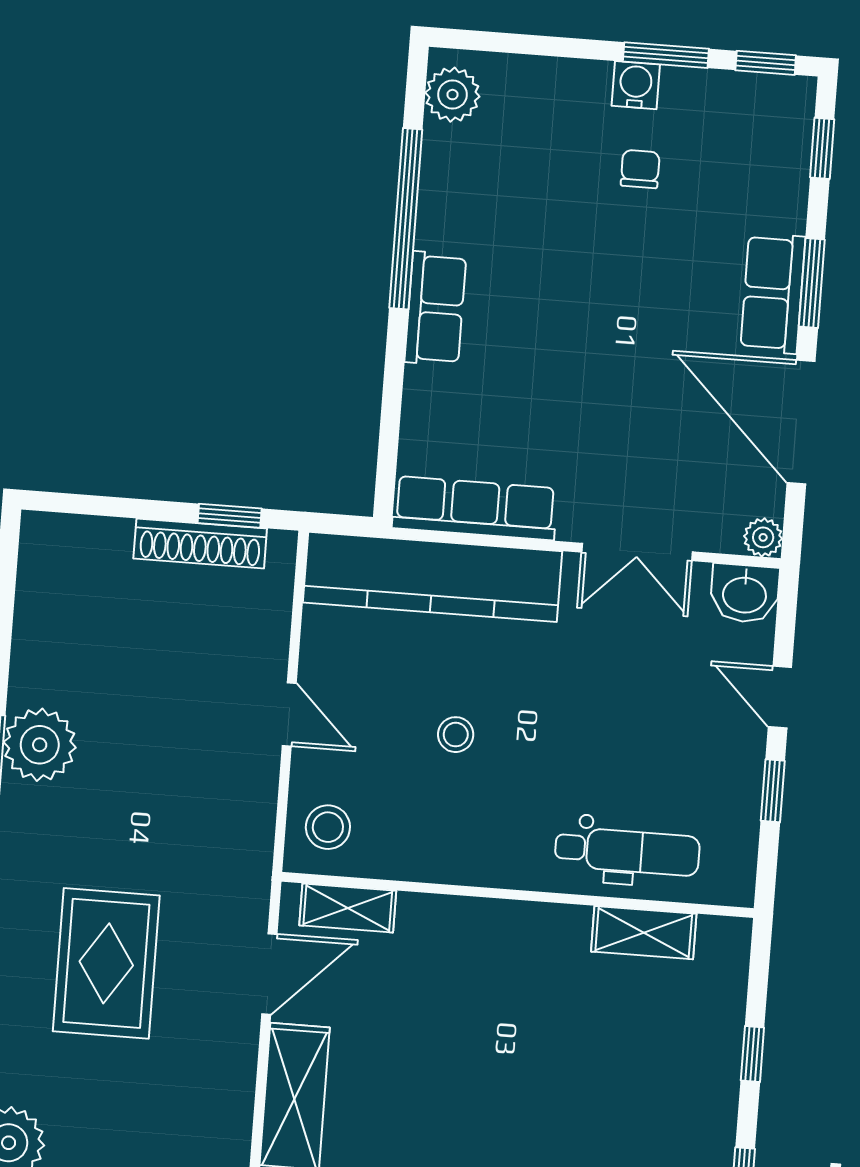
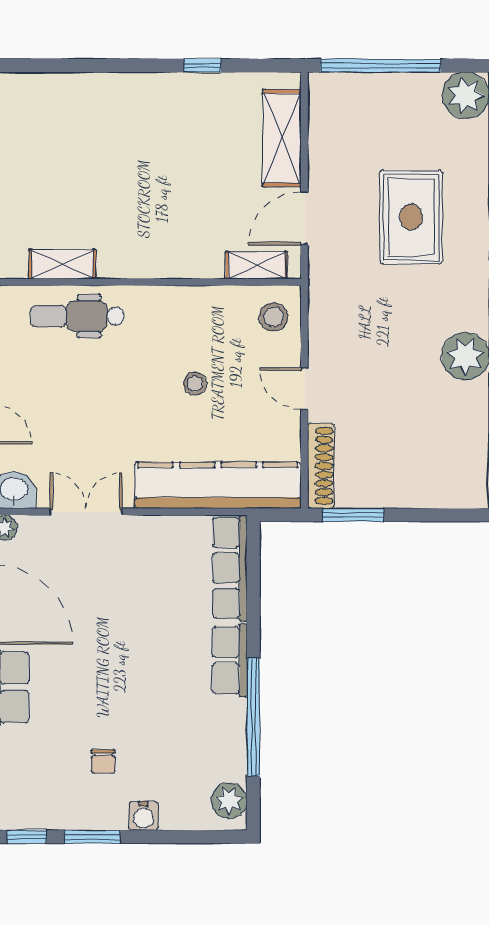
water cooler: (636, 85) -> (143, 816), moved
row of seats: (475, 508) -> (230, 568), moved, turned 90
window: (230, 516) -> (353, 515), width x1.50
shoe rack: (200, 543) -> (321, 466), moved, turned 90

